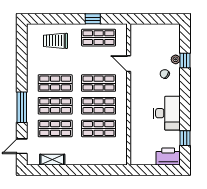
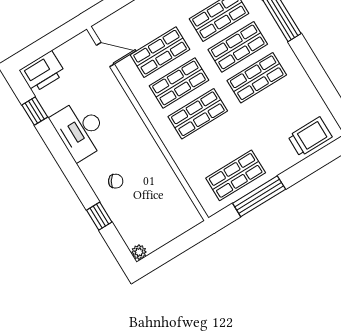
window: (93, 19) -> (259, 196), width x2.17
trolley: (56, 41) -> (310, 137), moved
plant: (176, 59) -> (139, 252), moved
door: (129, 64) -> (105, 55), moved

